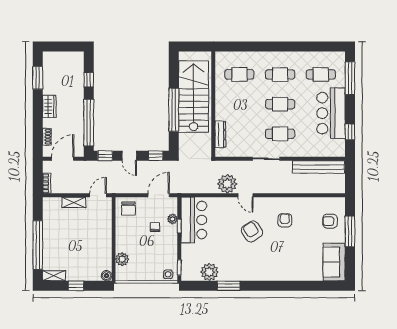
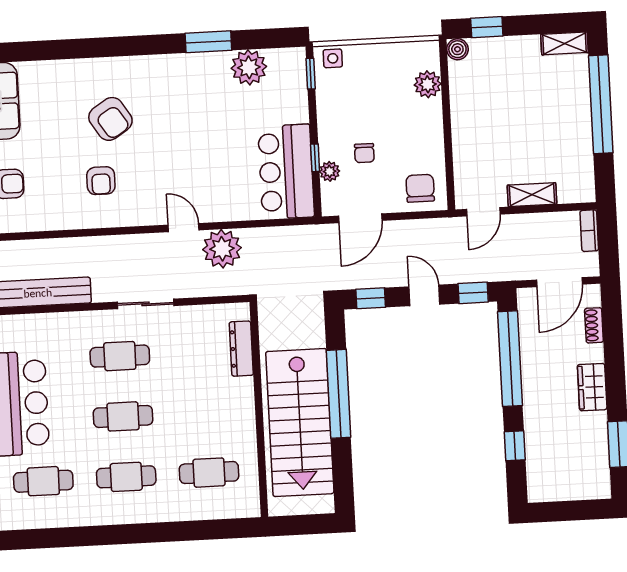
armchair: (252, 231) -> (110, 119), moved
window: (76, 286) -> (487, 27), moved

